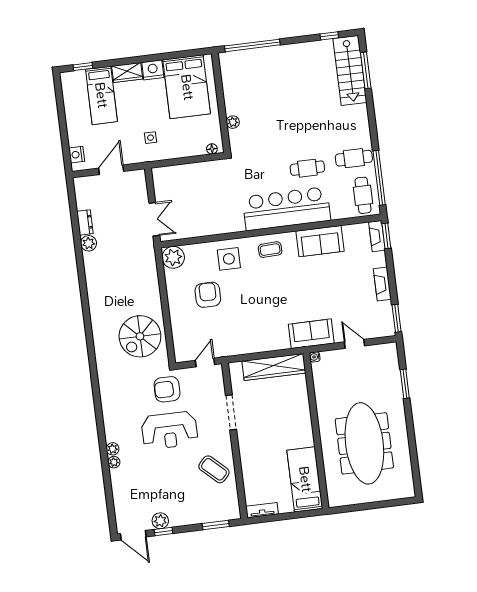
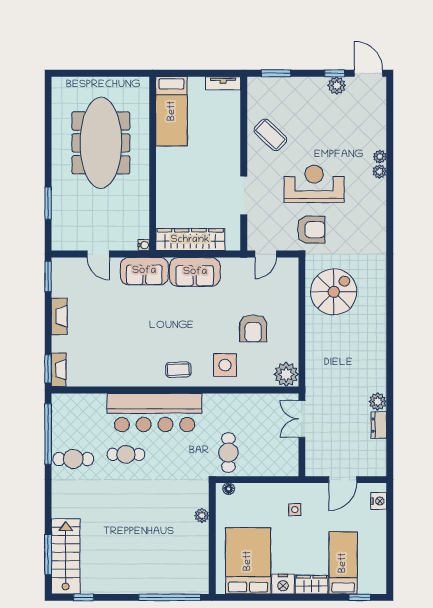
cafe table: (363, 195) -> (228, 453), moved
sofa: (320, 241) -> (195, 272), moved, turned 180

